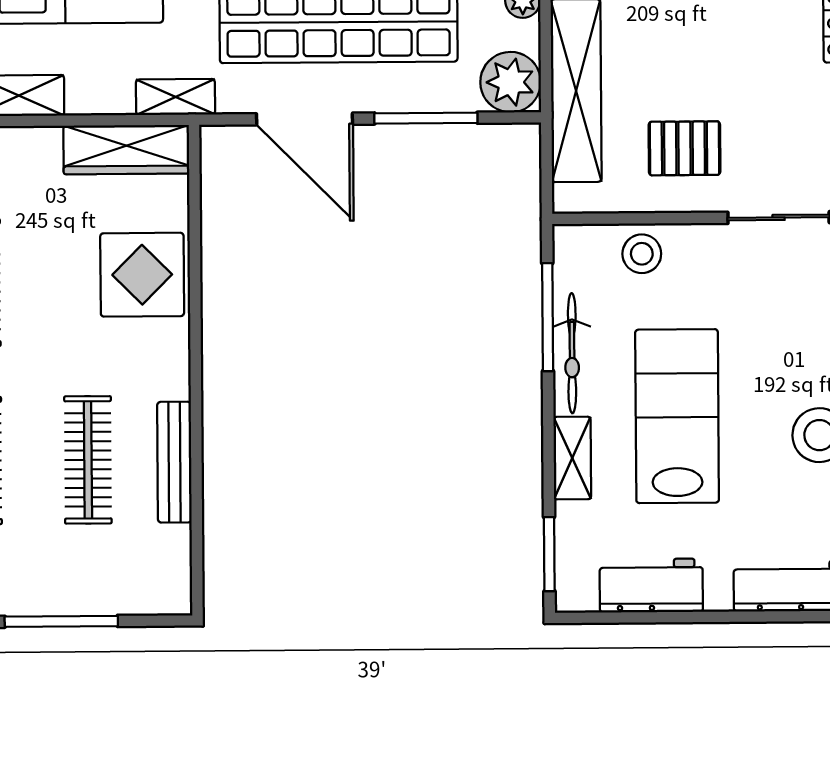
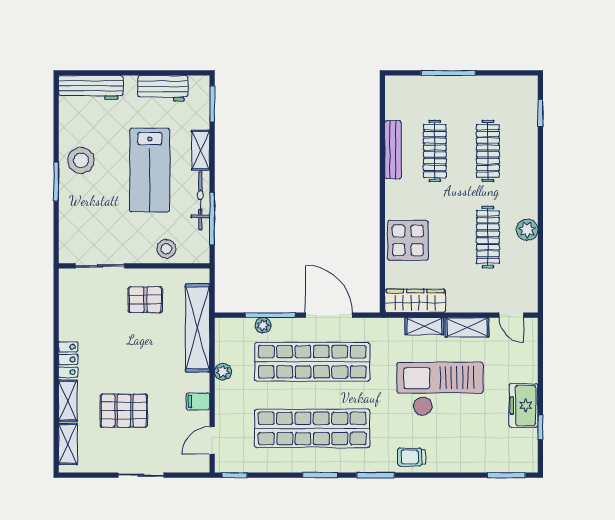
plant: (511, 82) -> (263, 325), moved, width x0.53, depth x0.53
shelving: (175, 97) -> (424, 326), moved

